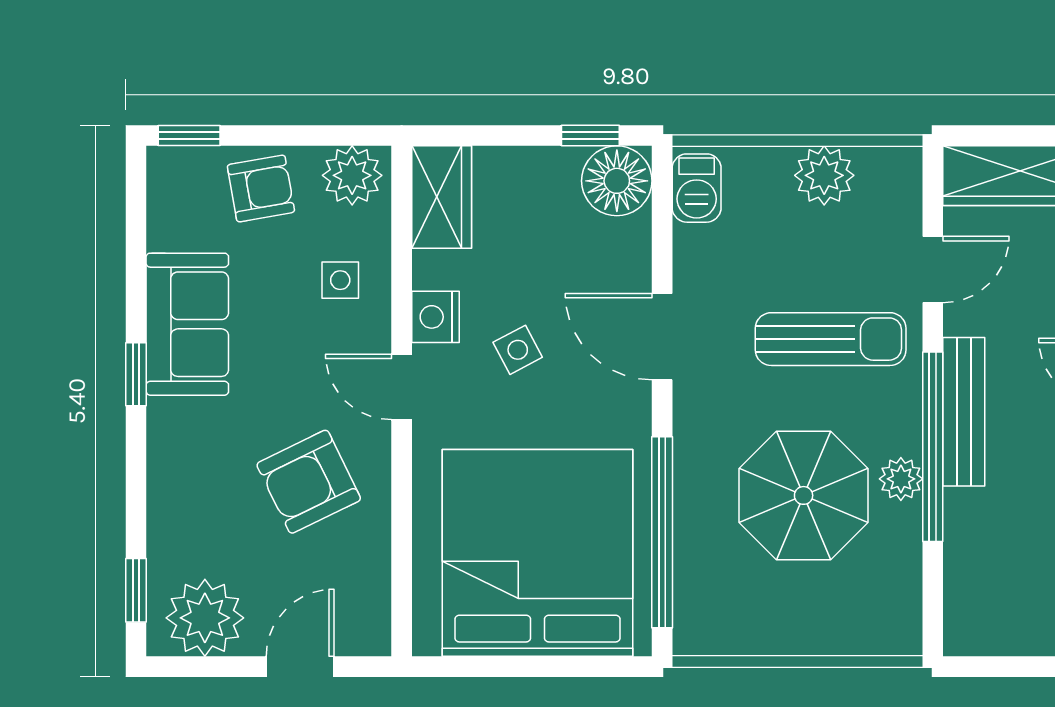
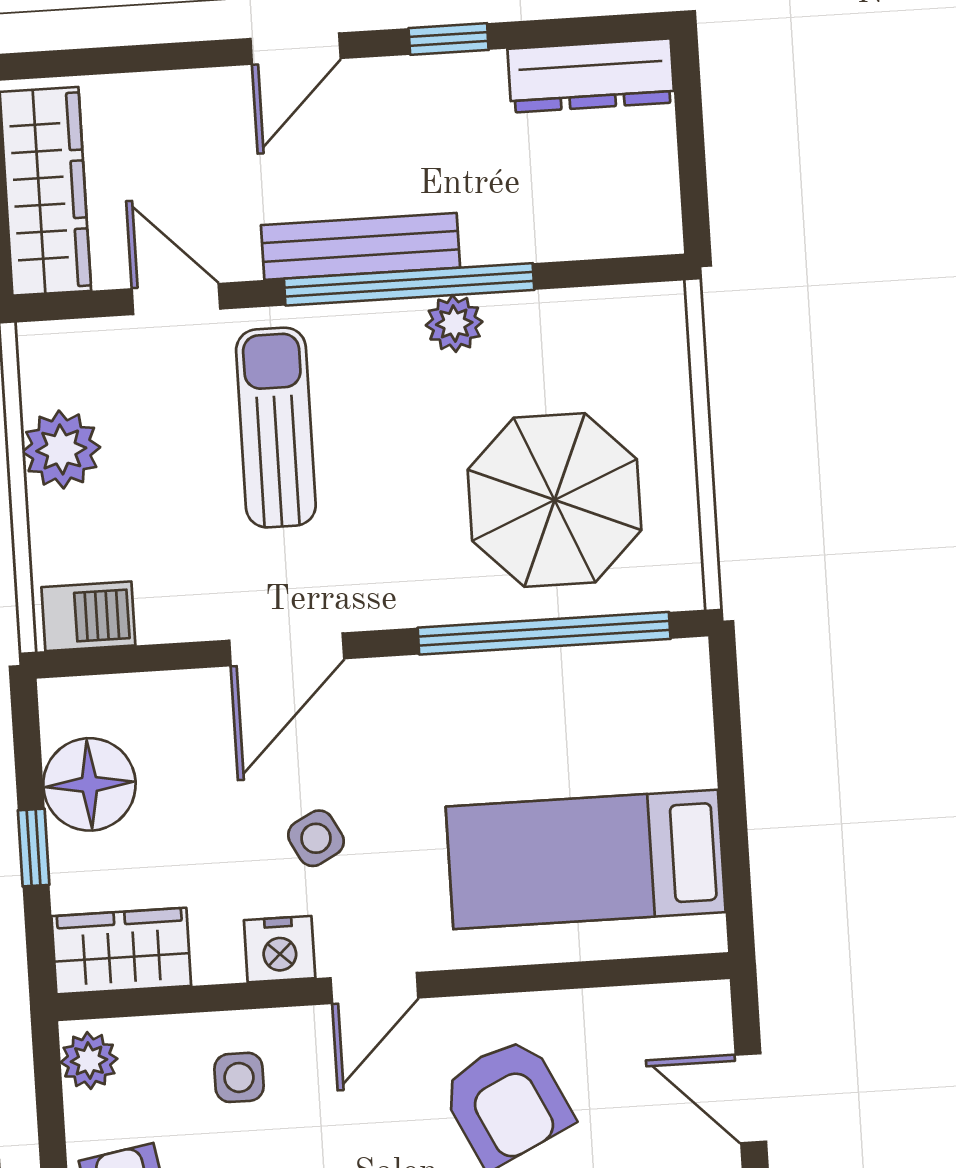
window: (590, 136) -> (34, 848), moved
plant: (352, 175) -> (89, 1061), width x0.73, depth x0.73
floor lamp: (617, 181) -> (89, 784), moved
parasol: (804, 495) -> (555, 500), moved
bed: (538, 553) -> (586, 859), width x0.49

